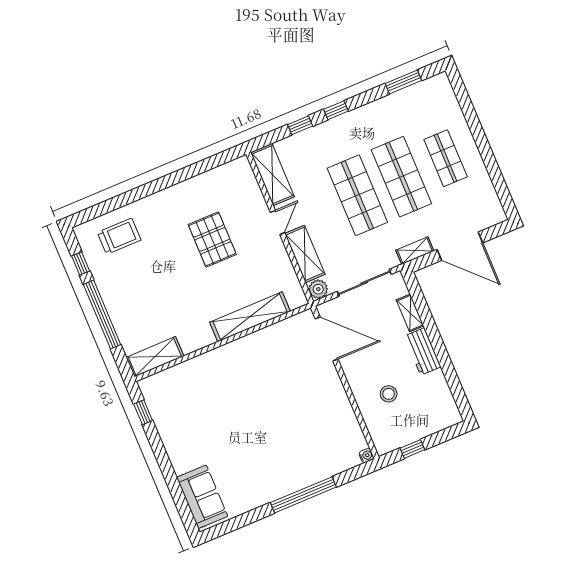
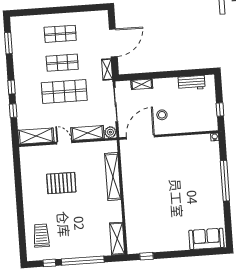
shop shelf: (401, 177) -> (62, 63), width x0.70, depth x0.74
workbench: (423, 351) -> (192, 83), moved
stool: (389, 394) -> (162, 115), moved

